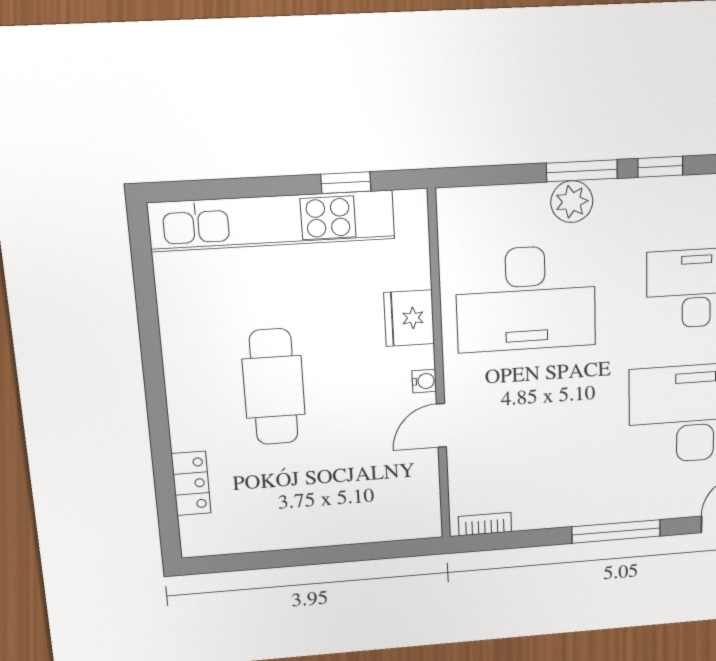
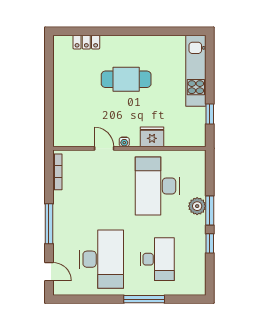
kitchen unit: (272, 221) -> (196, 71), width x0.73
bookcase: (485, 524) -> (57, 172), width x1.56

